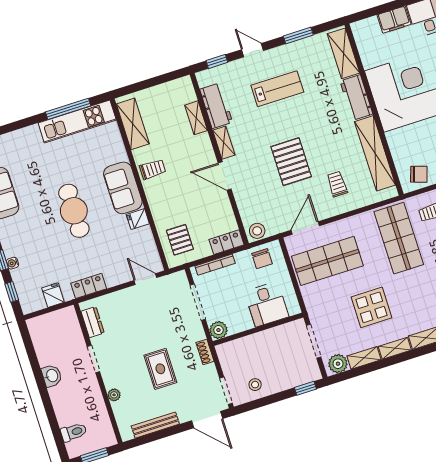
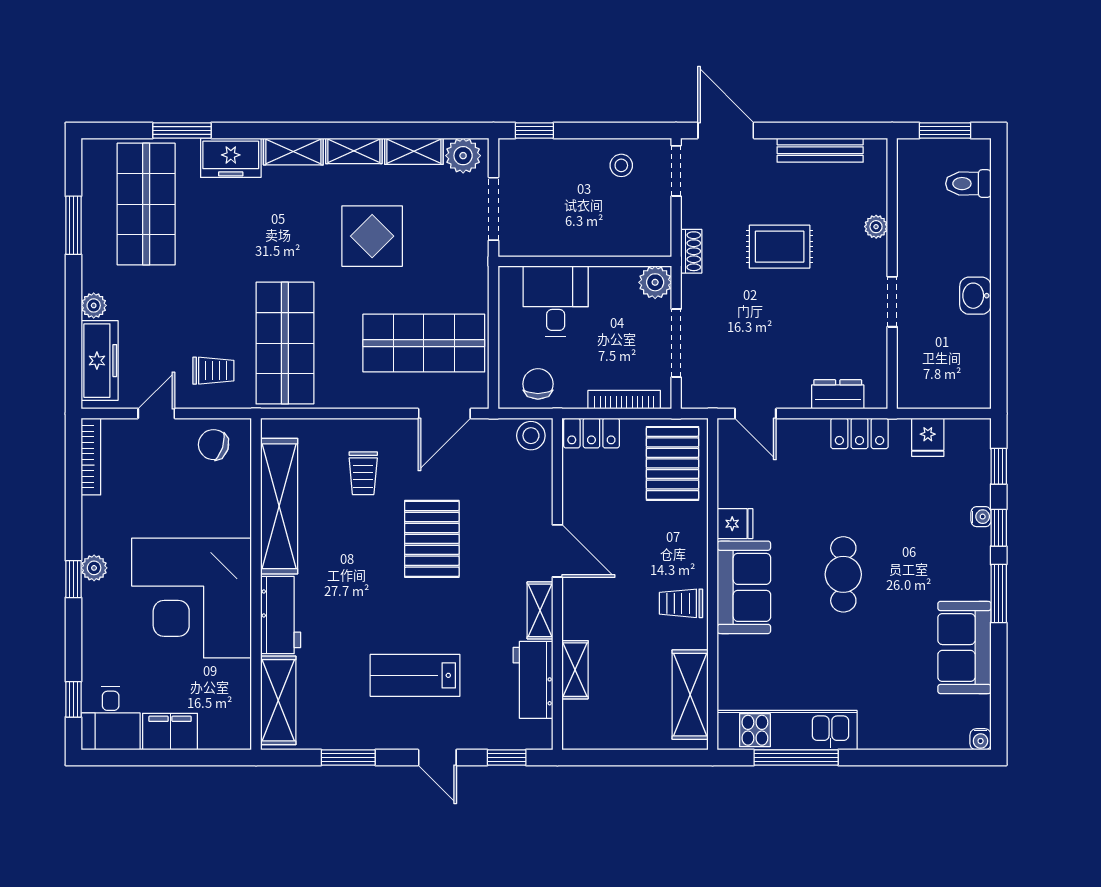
cafe table: (74, 211) -> (843, 574), width x0.73, depth x0.74
pallet: (180, 240) -> (672, 463), width x1.50, depth x1.42
dresser: (93, 322) -> (838, 394), moved, turned 90
rug: (160, 369) -> (780, 247), turned 90

